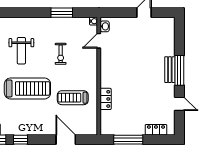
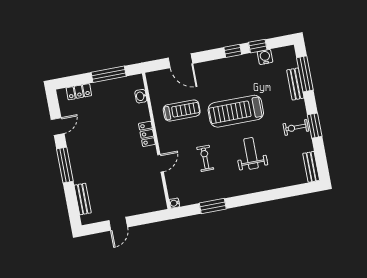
washbasin: (105, 26) -> (141, 96), moved
door: (99, 41) -> (161, 163), moved
bench: (170, 70) -> (83, 199), moved
locker: (106, 99) -> (147, 134), moved
door: (179, 104) -> (58, 126), swing flipped

